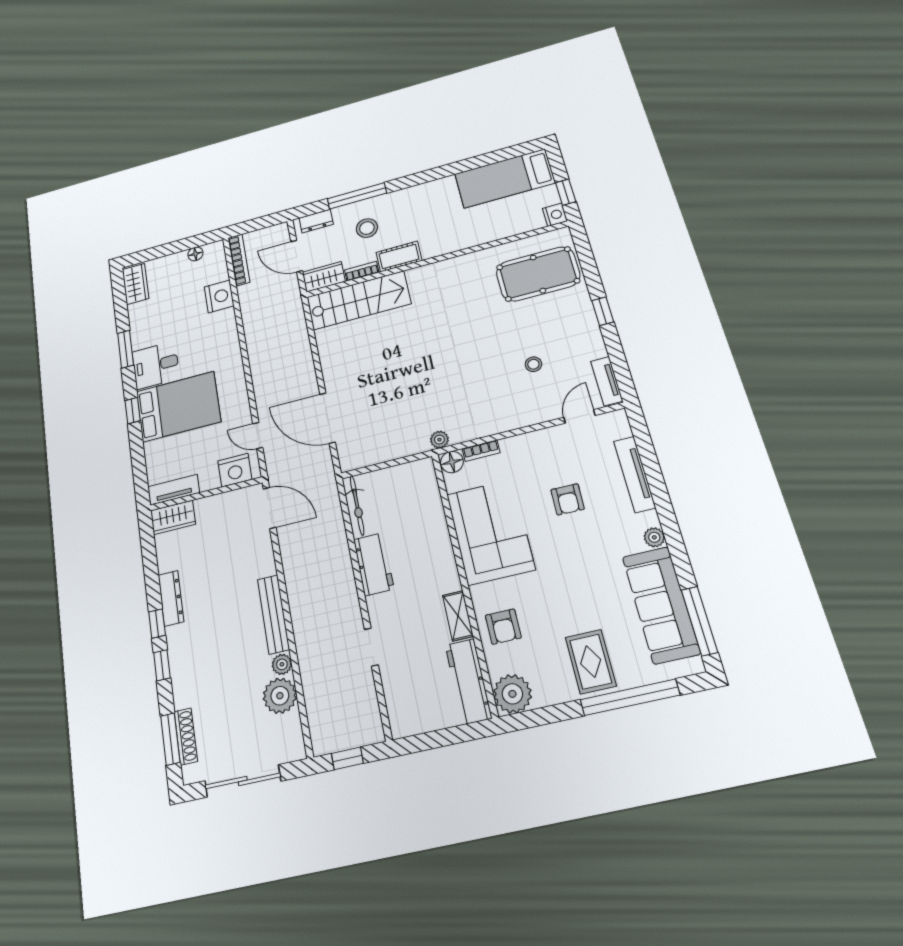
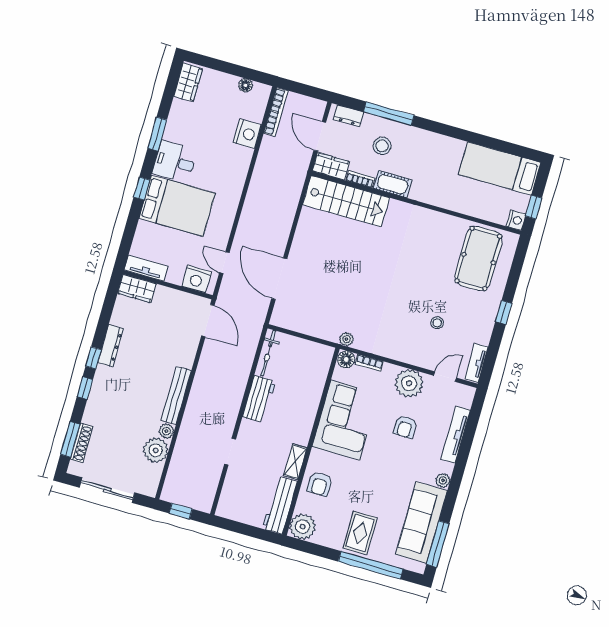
pool table: (538, 274) -> (478, 258), turned 90
plant: (542, 447) -> (409, 383), added

